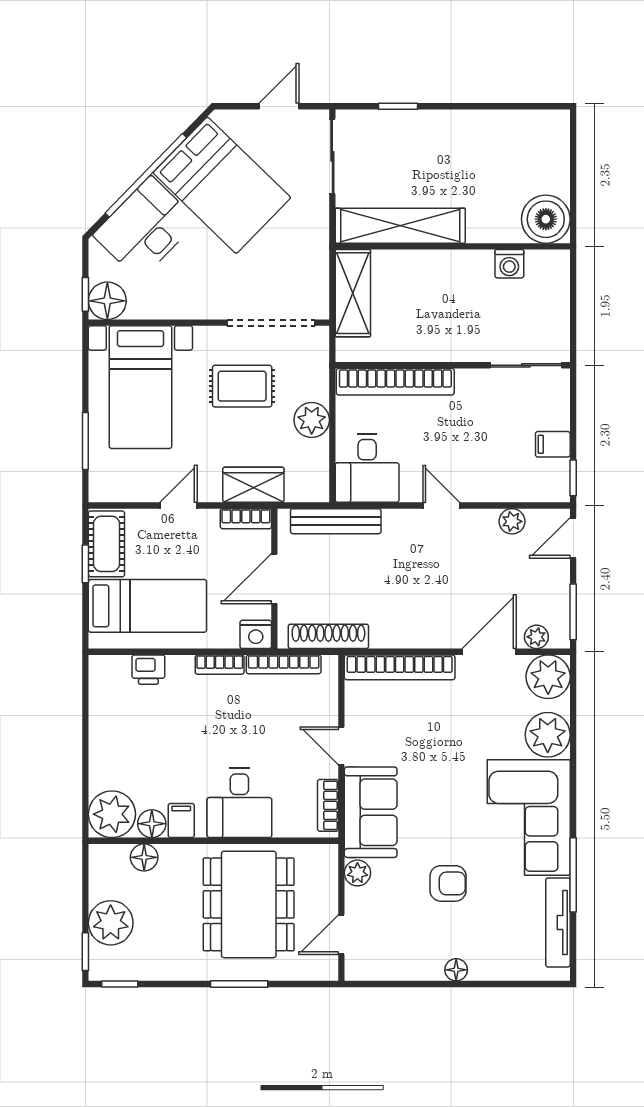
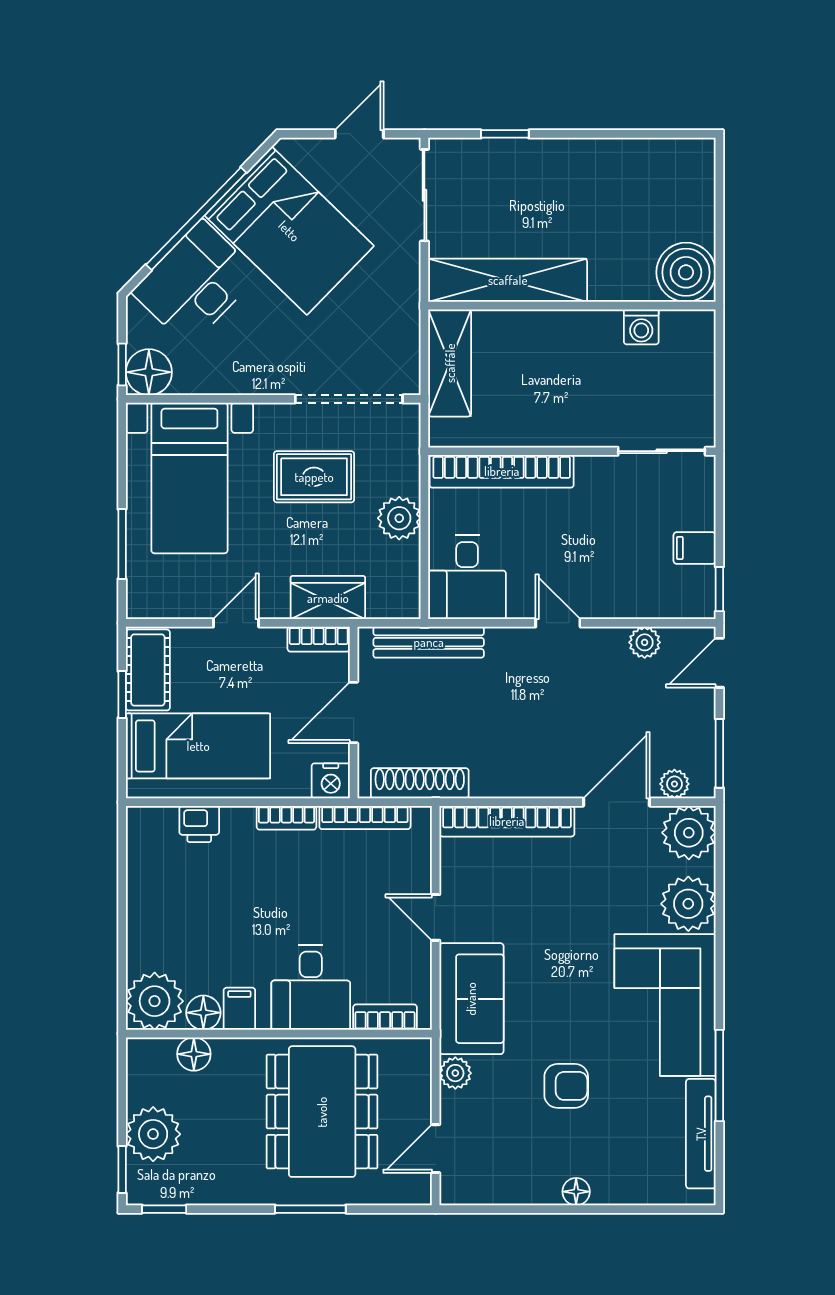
bookcase: (328, 805) -> (385, 1017), moved, turned 90

